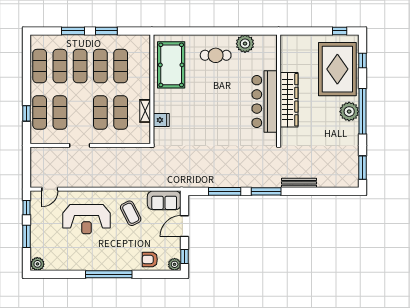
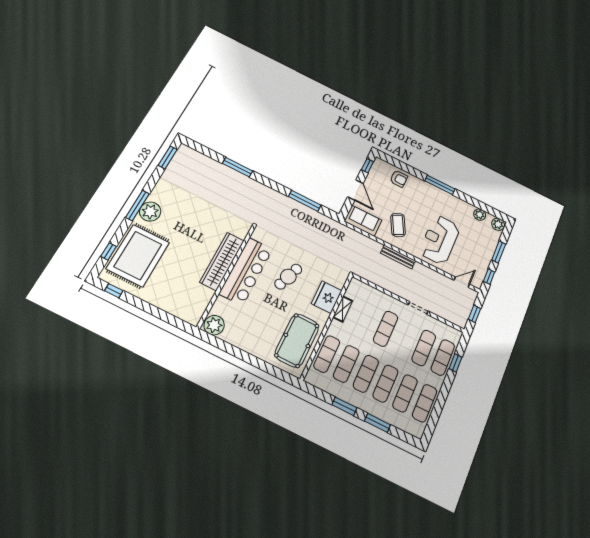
cafe table: (216, 55) -> (288, 277), moved, turned -70
wall: (279, 89) -> (226, 276), moved
wardrobe: (289, 100) -> (222, 261), moved
bar counter: (265, 102) -> (246, 271), moved
window: (362, 111) -> (137, 206), width x0.68
exercise mat: (121, 112) -> (327, 354), moved
fridge: (161, 120) -> (327, 297), width x1.88, depth x1.34
window: (27, 166) -> (475, 314), added
bench: (299, 183) -> (398, 257), moved
window: (266, 191) -> (238, 167), moved
reception desk: (87, 219) -> (440, 240), turned -90
door: (185, 226) -> (355, 190), hinge flipped
plant: (175, 264) -> (480, 215), moved
window: (109, 274) -> (440, 185), width x0.68

